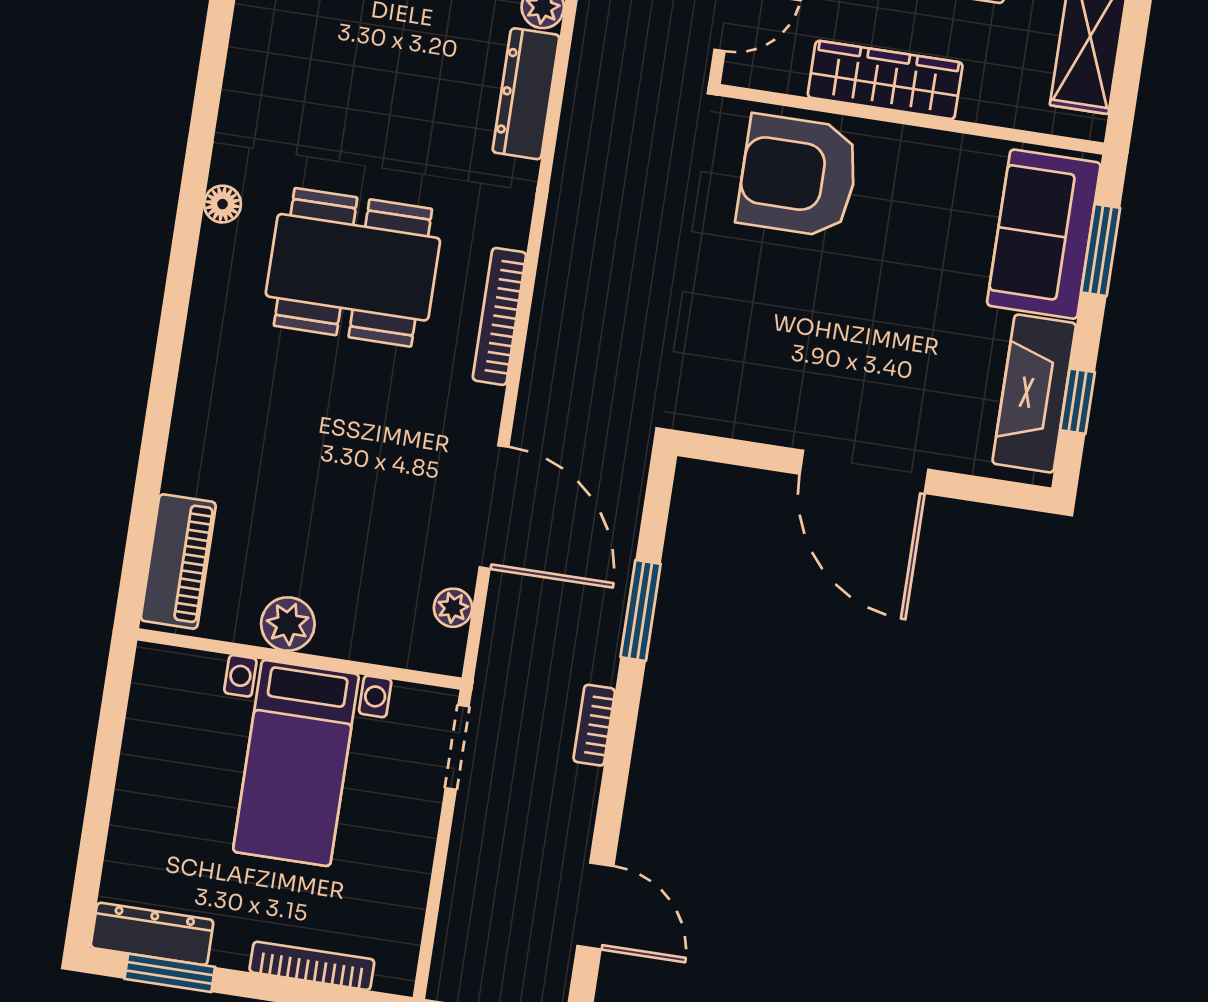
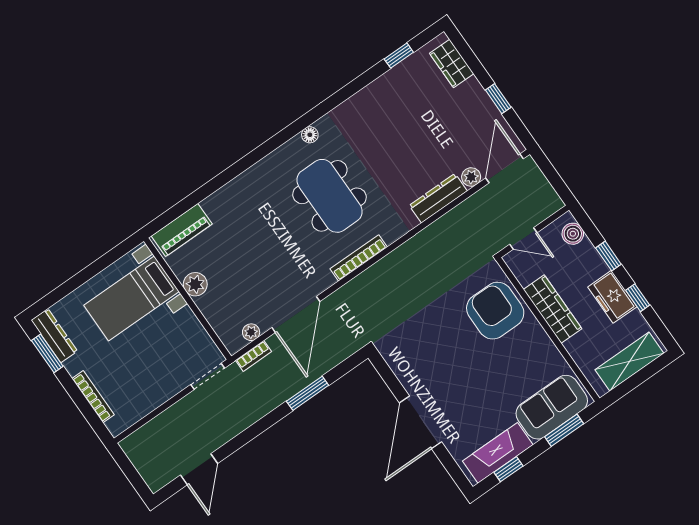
bookcase: (594, 725) -> (254, 356), moved, turned 180
bed with nightstands: (296, 763) -> (131, 298), moved

